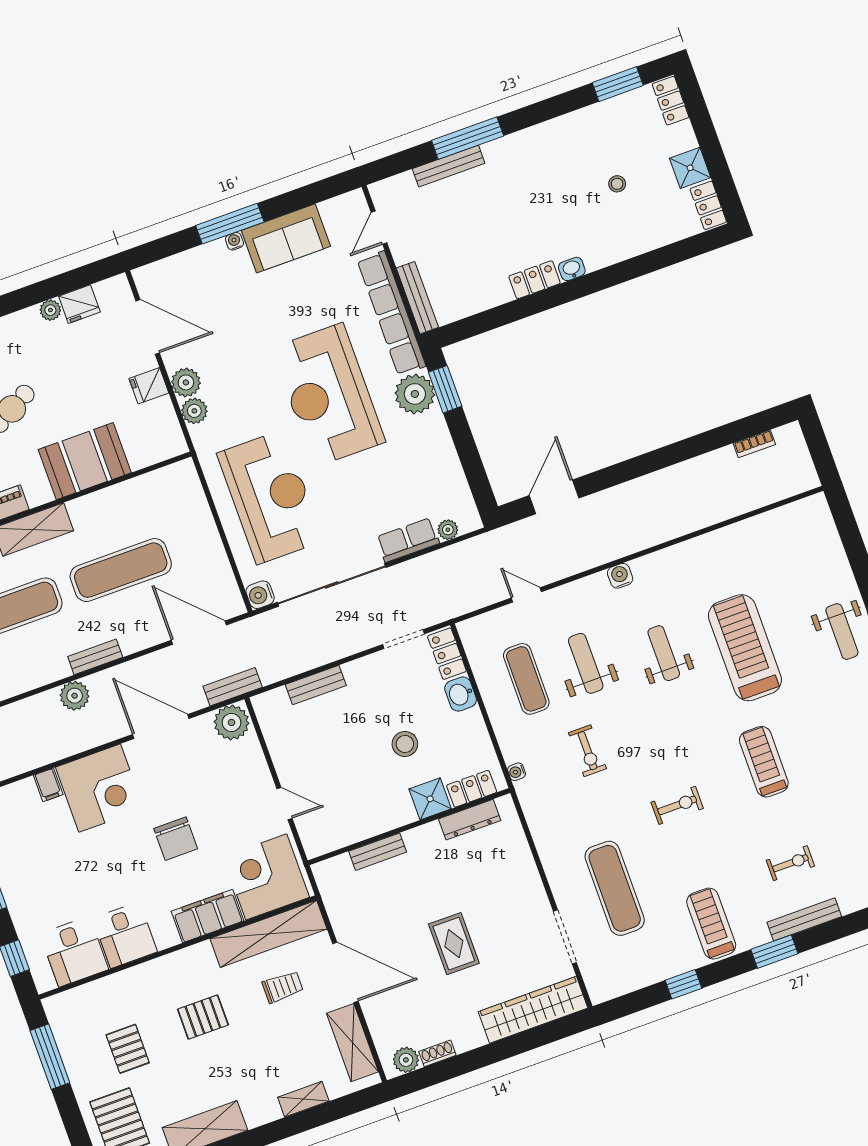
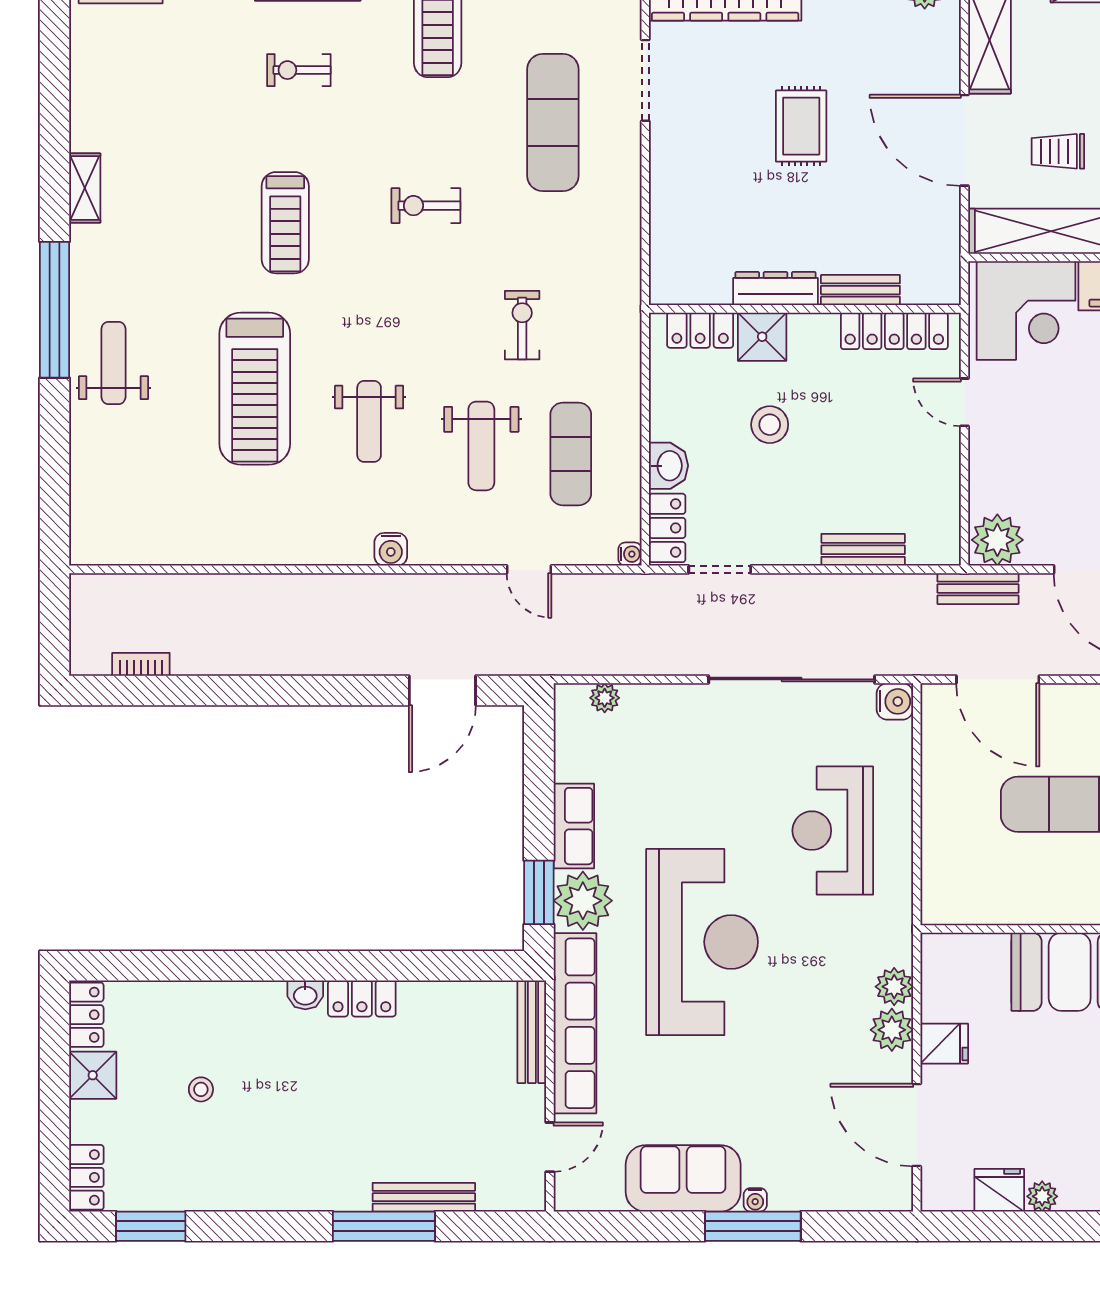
reception desk: (270, 497) -> (833, 831), width x0.74, depth x0.77
row of seats: (408, 540) -> (574, 826), moved, turned -90
water cooler: (517, 772) -> (630, 554), moved
dresser: (470, 820) -> (776, 289), moved
locker: (346, 833) -> (894, 331), added

